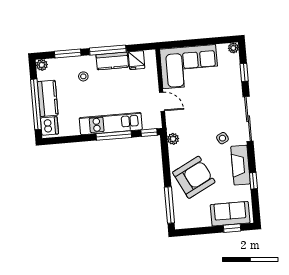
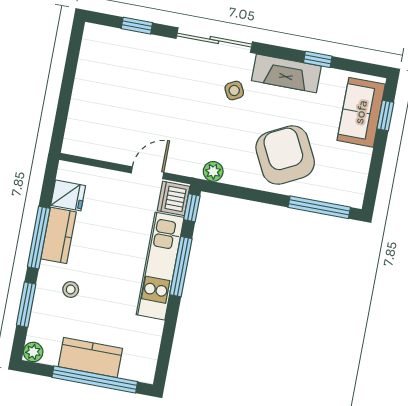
plant: (233, 48) -> (92, 32), removed
corner sofa: (189, 67) -> (103, 113), removed
dishwasher: (49, 126) -> (174, 198), moved, turned -90

